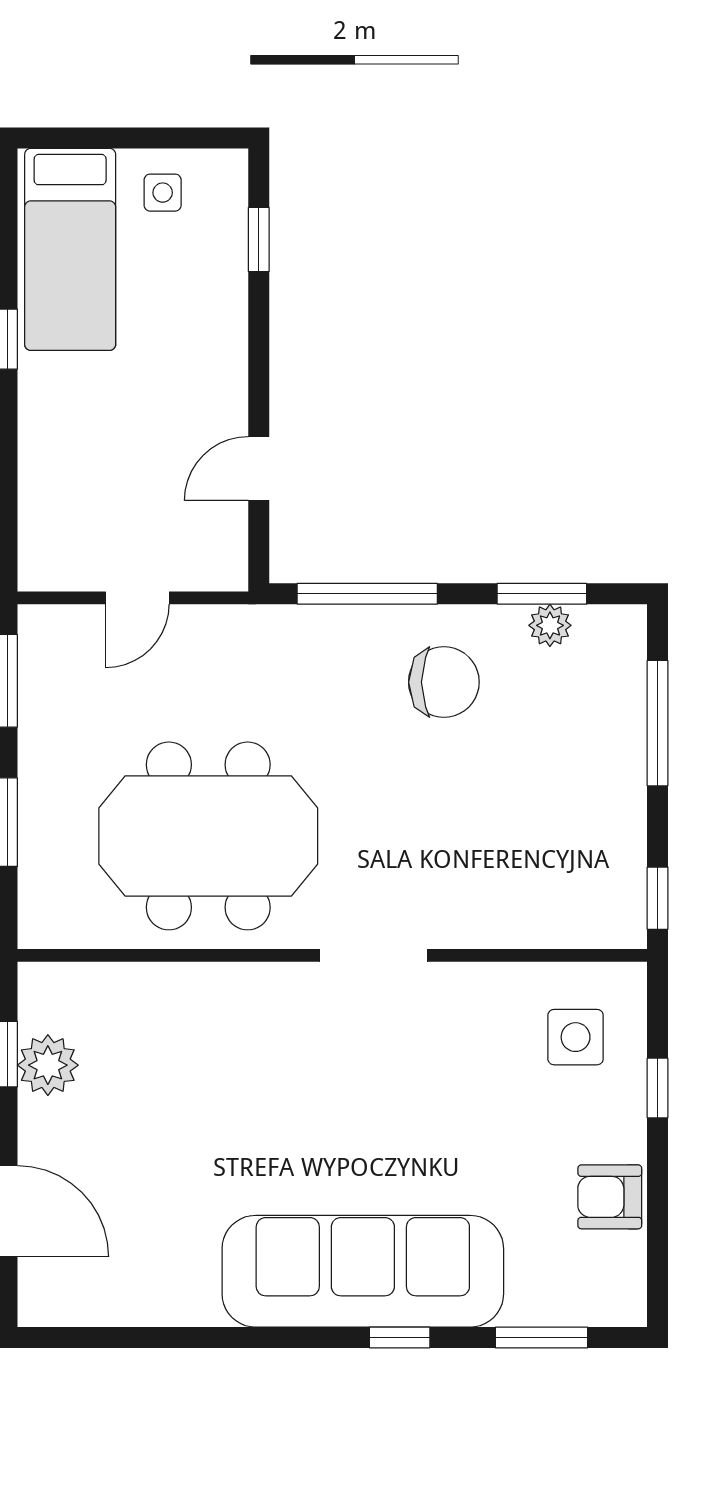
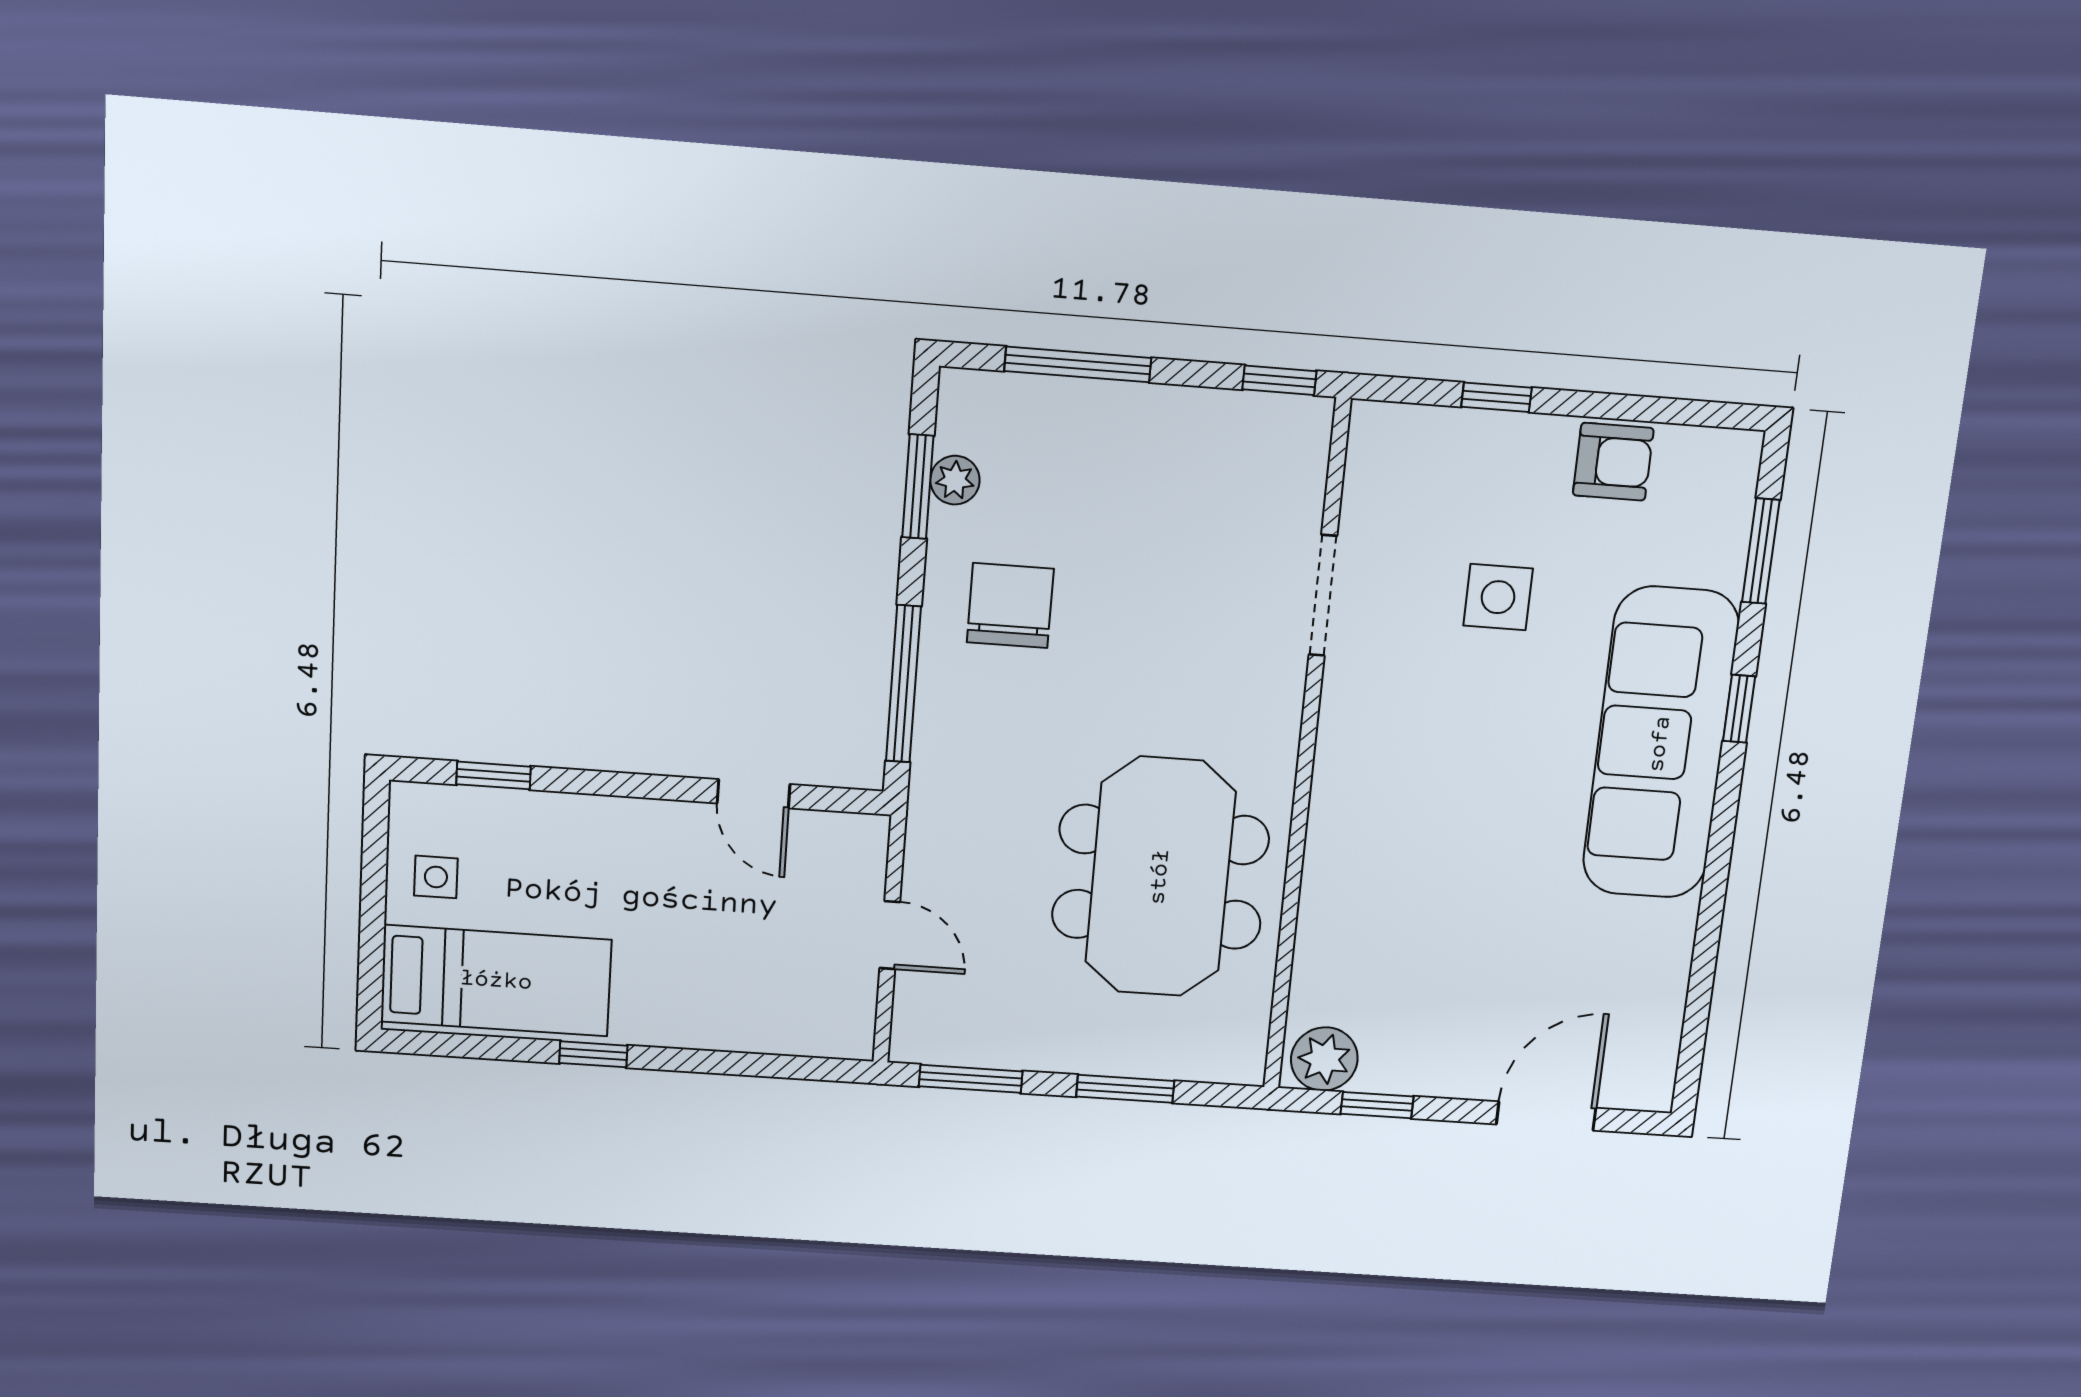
doorway: (374, 955) -> (1323, 595), moved
side table: (576, 1037) -> (1498, 597), moved
plant: (48, 1065) -> (1324, 1059), moved
armchair: (610, 1197) -> (1613, 462), turned -90

